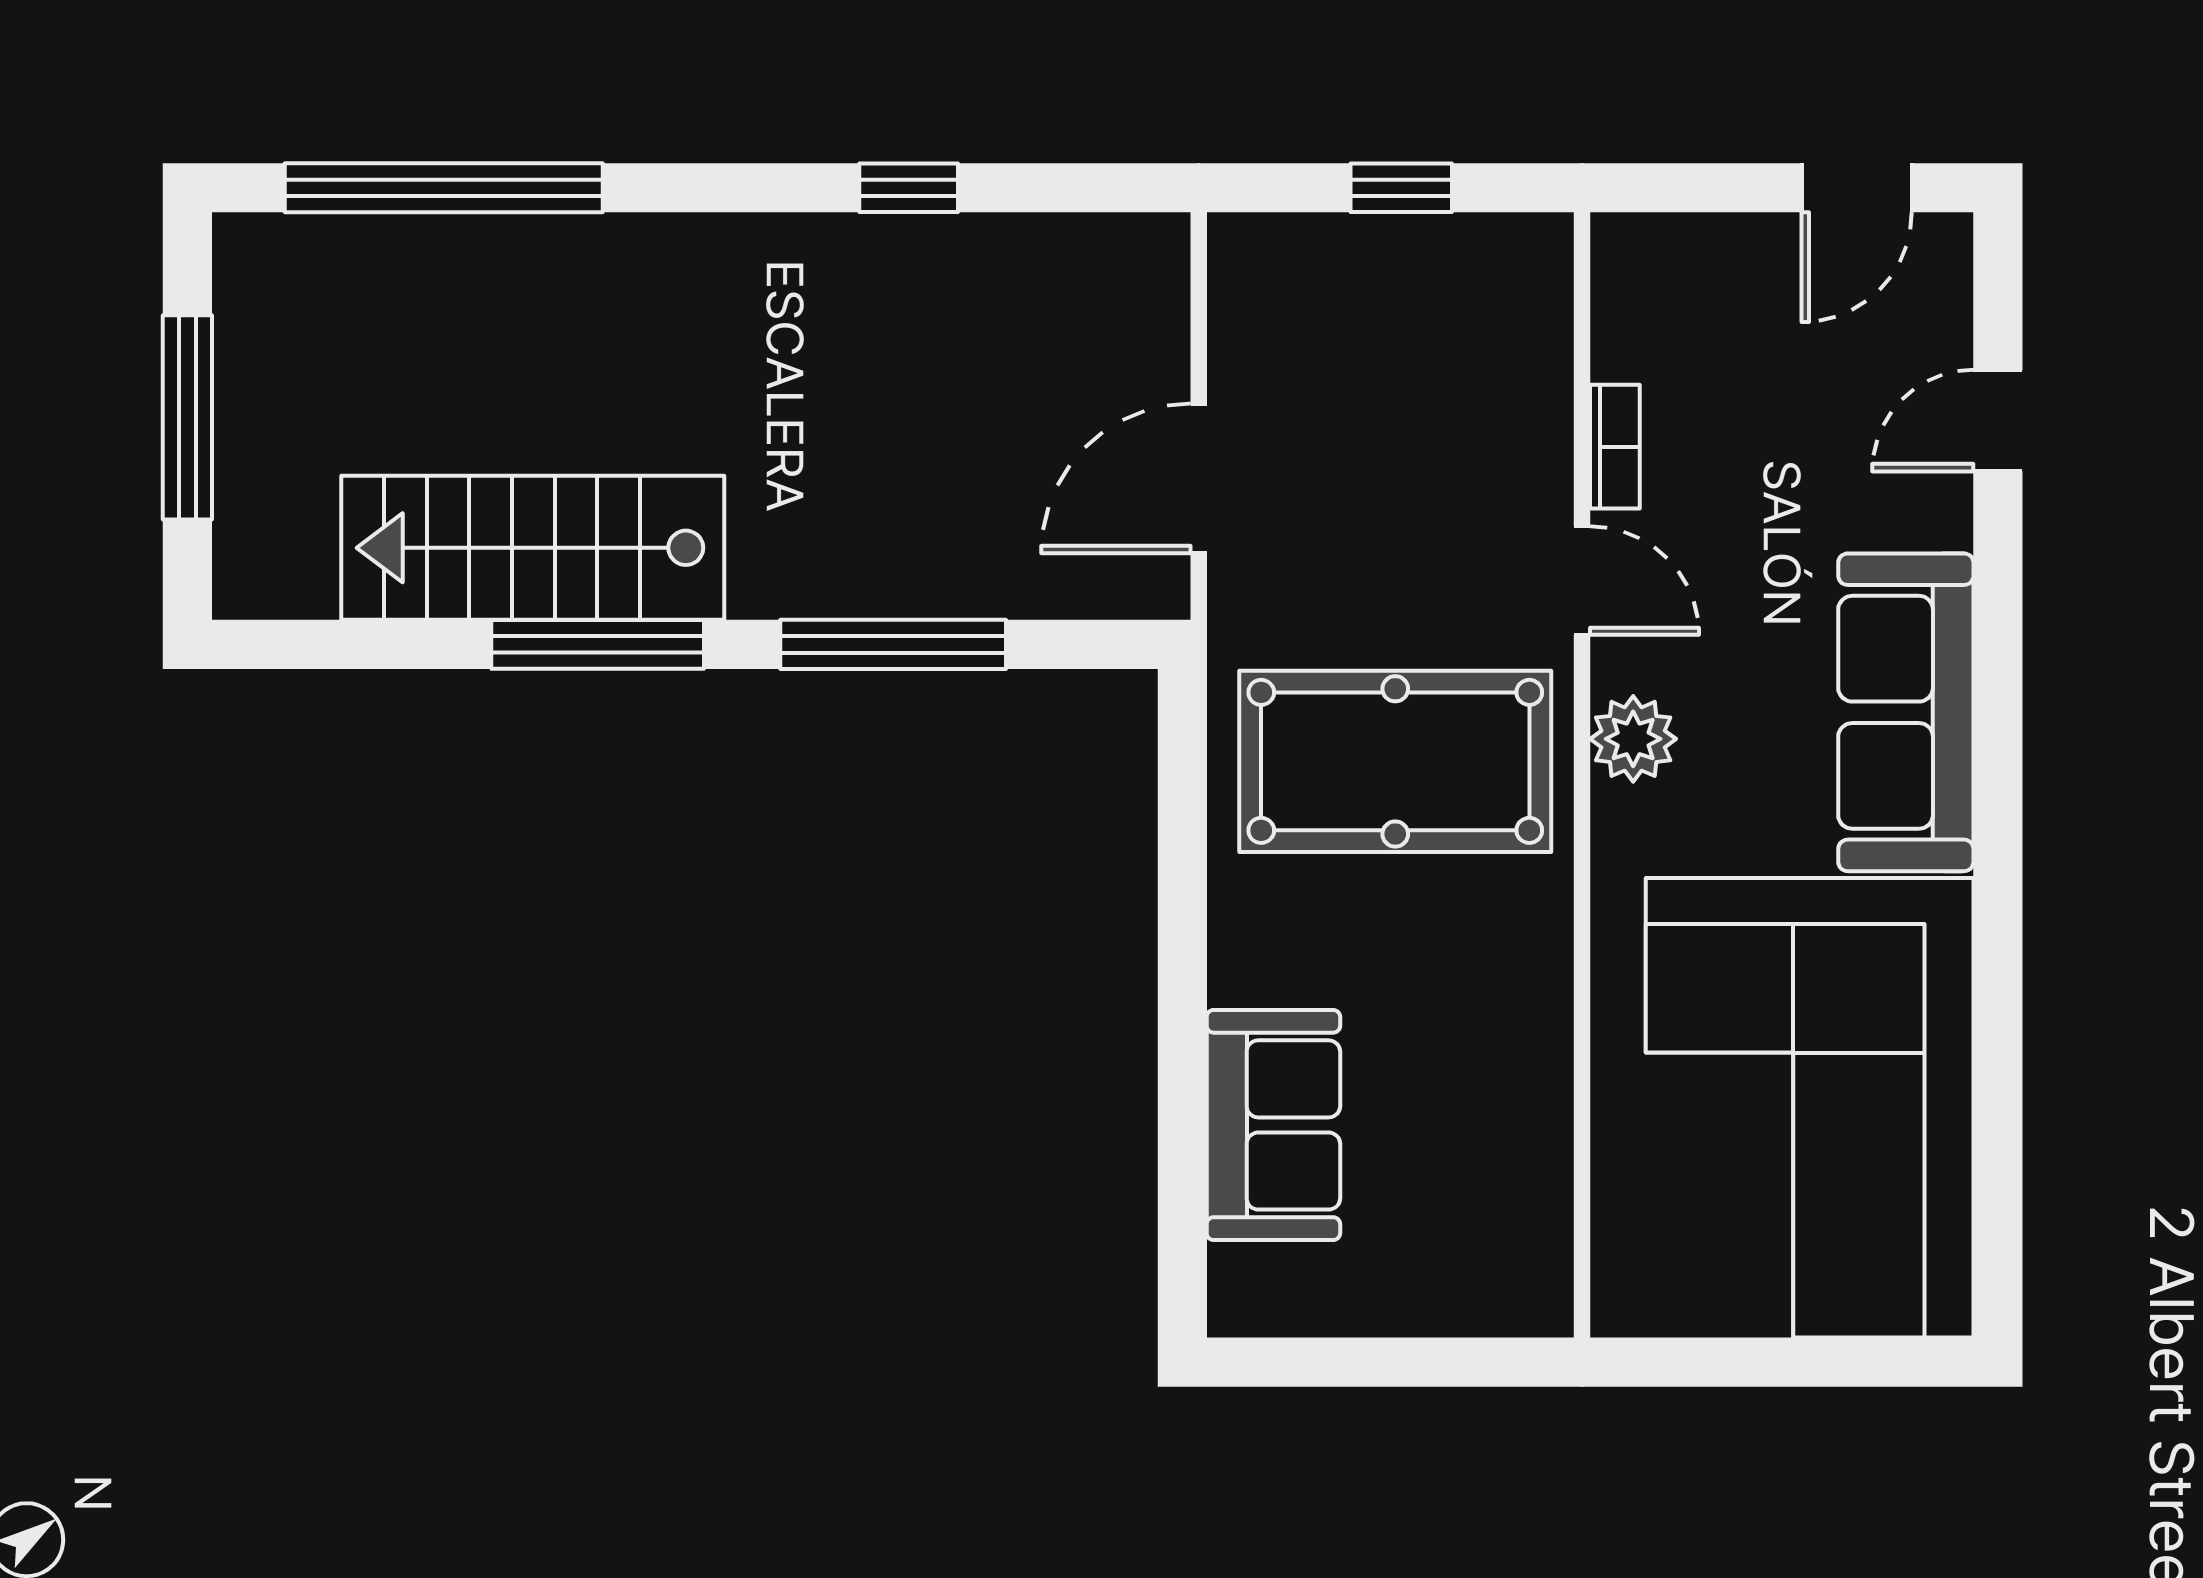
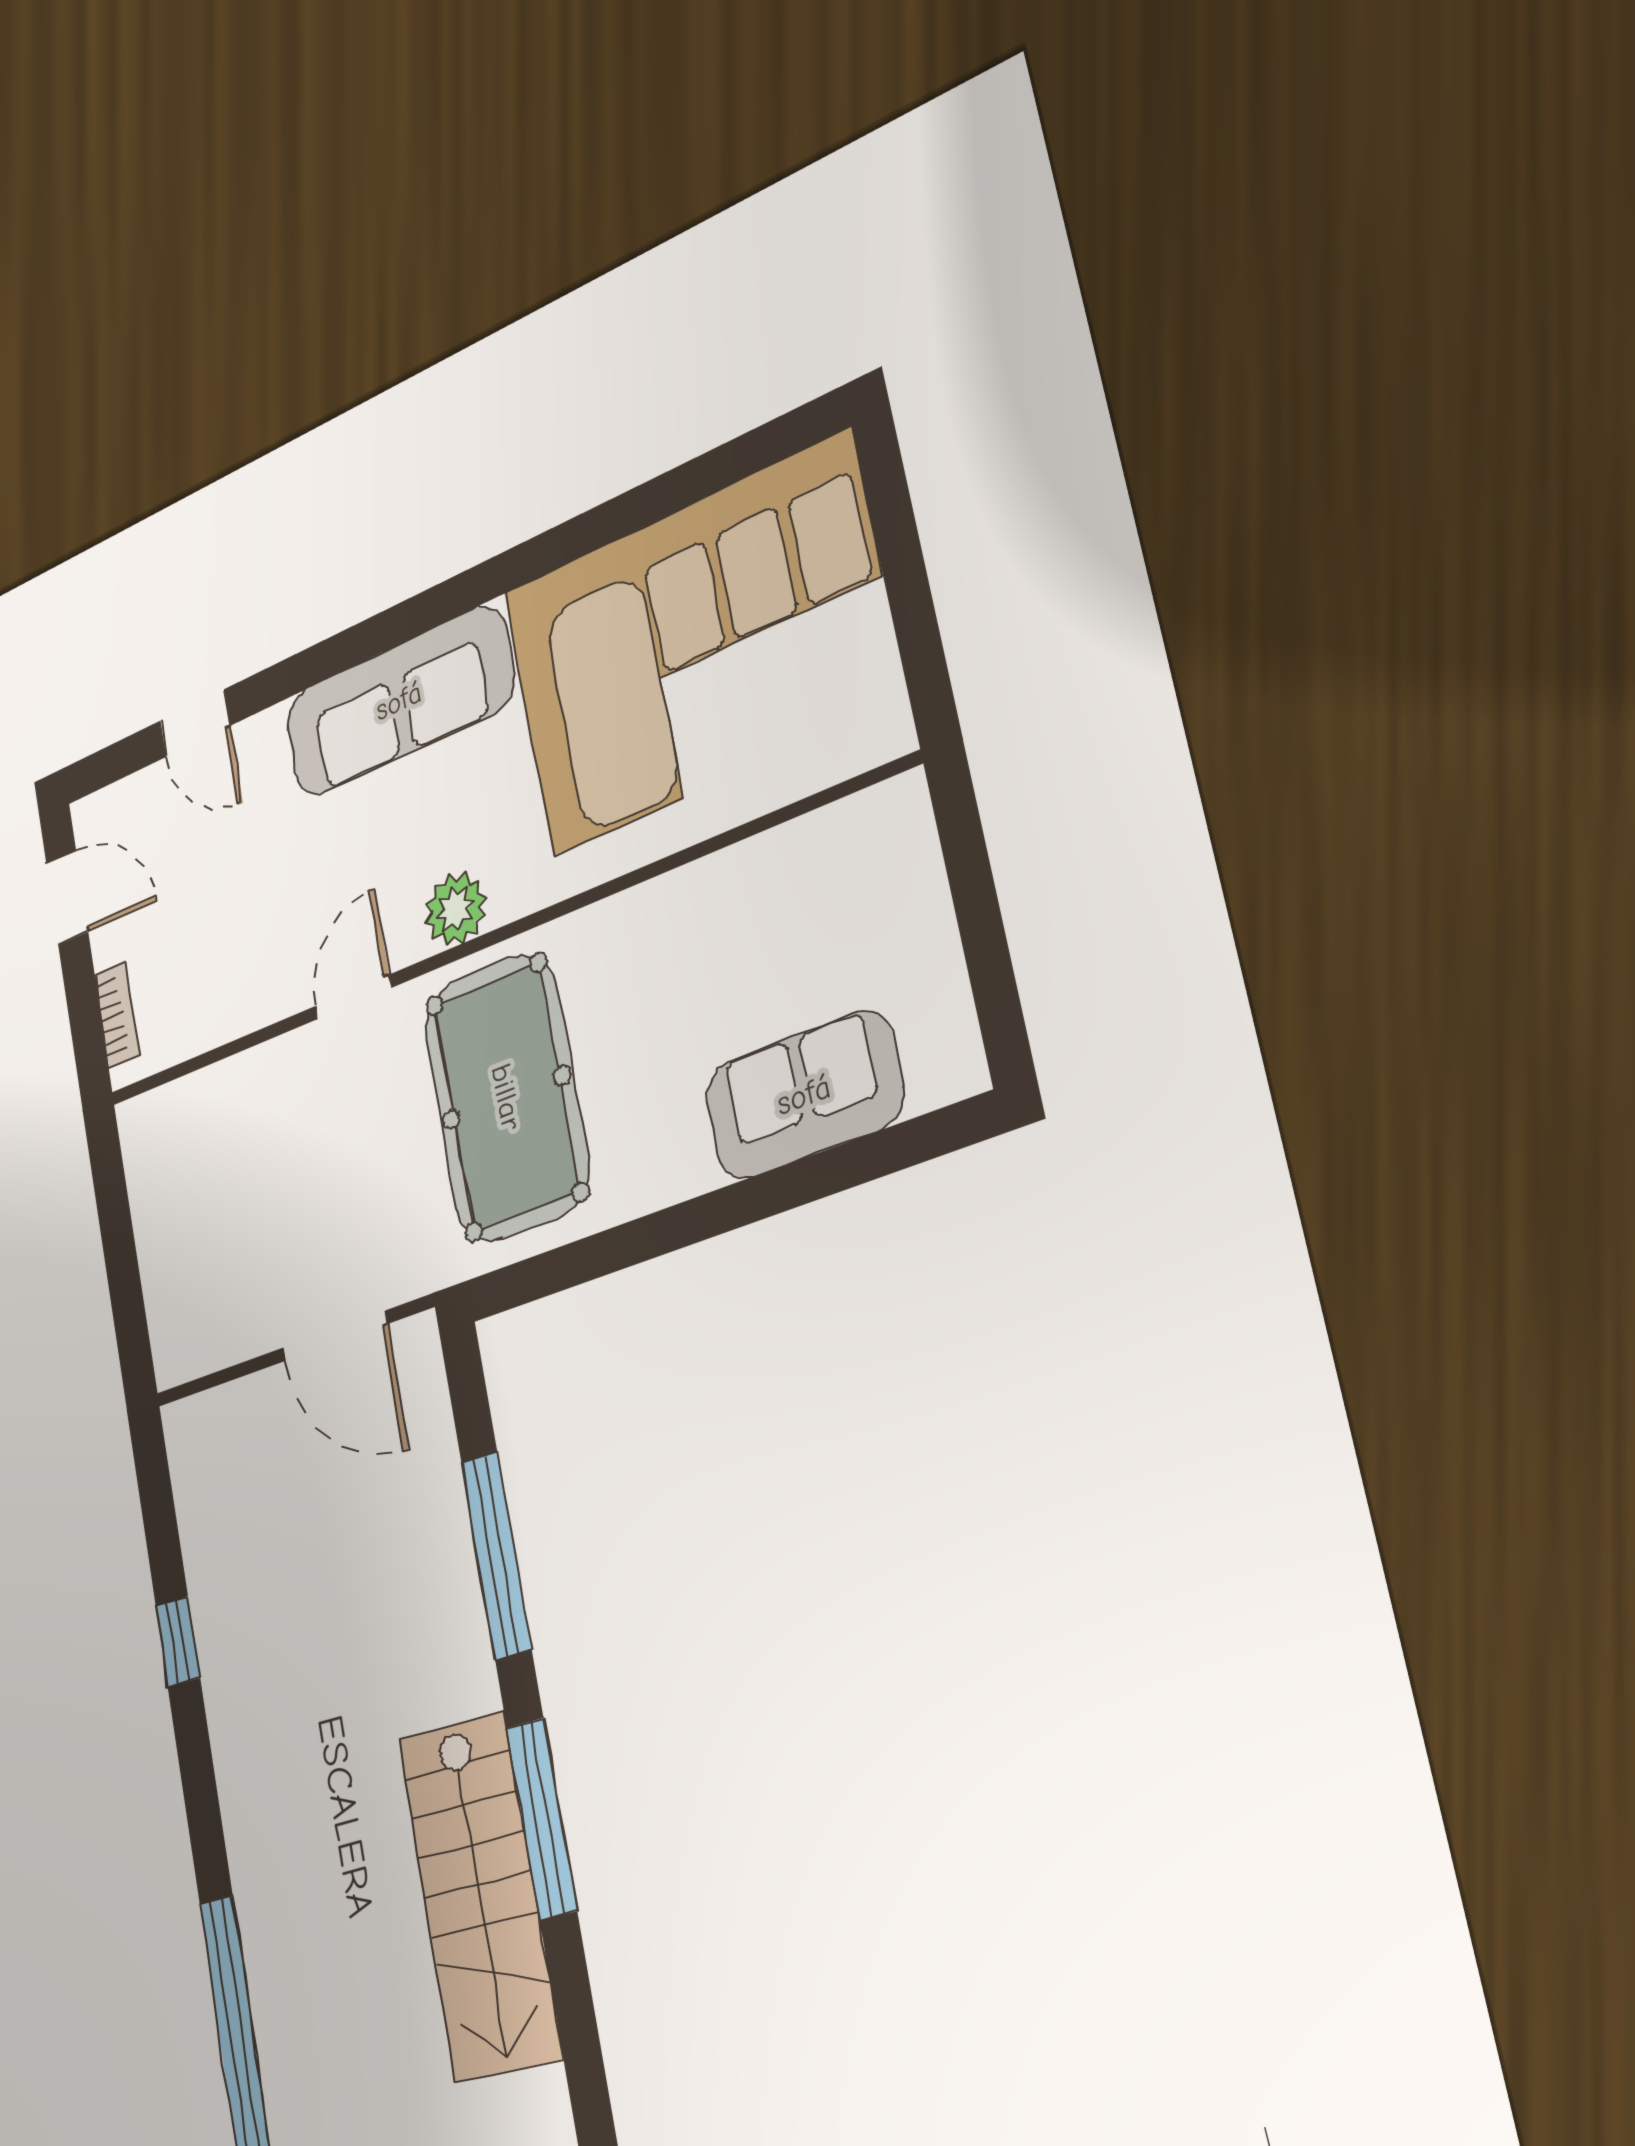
window: (1401, 188) -> (119, 1245), removed
bookcase: (1615, 447) -> (117, 1015), moved, turned 90

